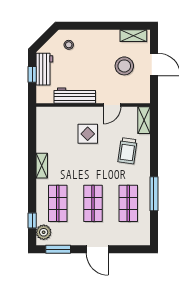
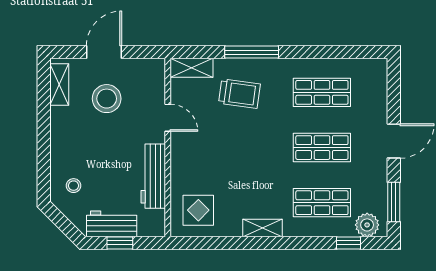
display table: (88, 134) -> (198, 210), moved
window: (154, 194) -> (252, 52), moved

